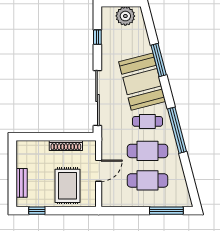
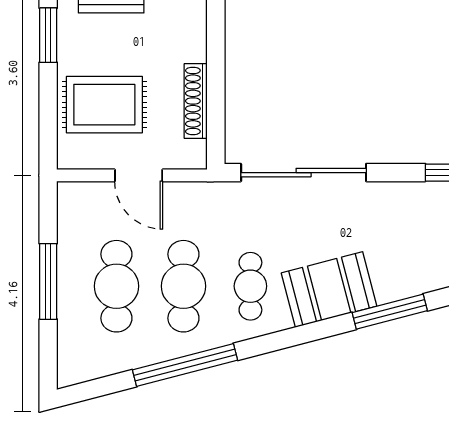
booth: (142, 82) -> (329, 289), width x0.73, depth x0.70
window: (177, 130) -> (185, 365), moved
window: (37, 211) -> (48, 35), width x1.50
window: (166, 211) -> (48, 281), moved

